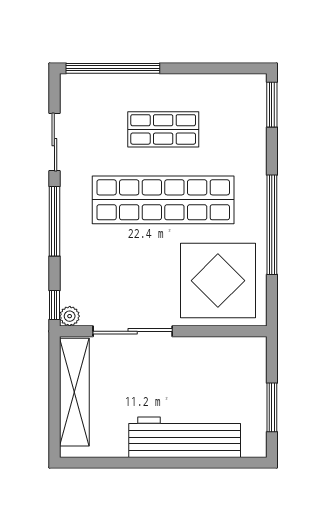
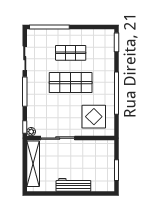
shop shelf: (163, 200) -> (71, 83), width x0.71
display table: (218, 281) -> (94, 117), width x0.73, depth x0.73
workbench: (185, 437) -> (73, 185), width x0.73, depth x0.76

